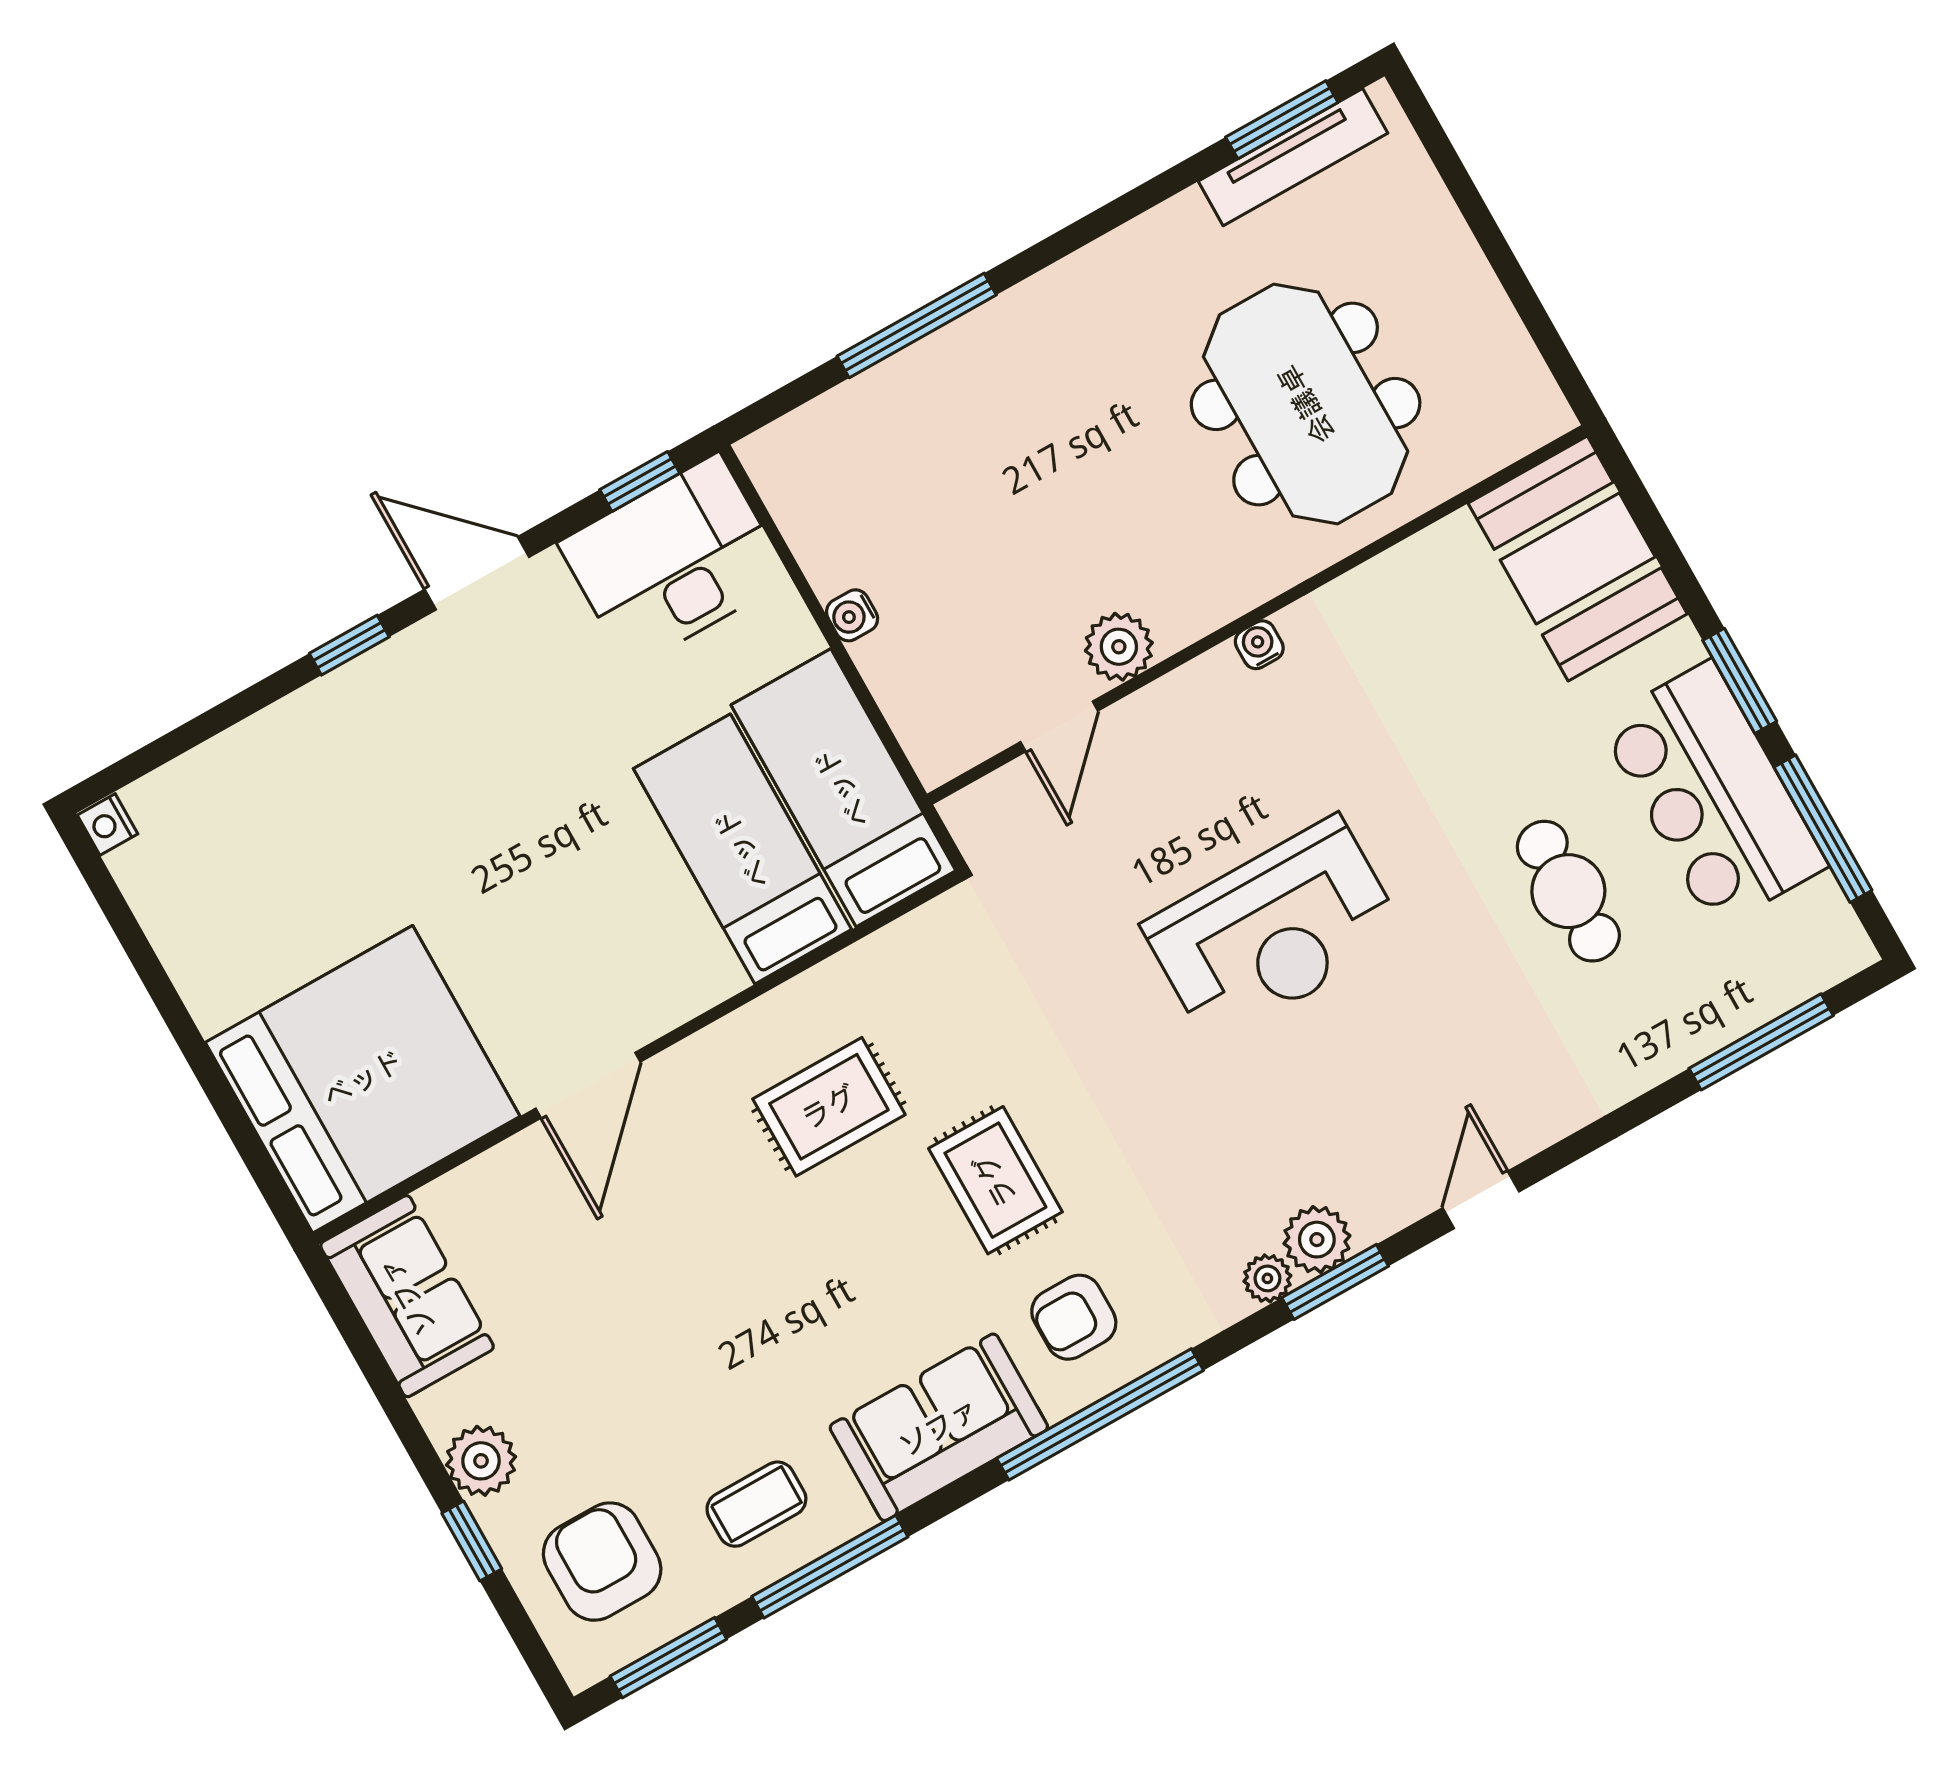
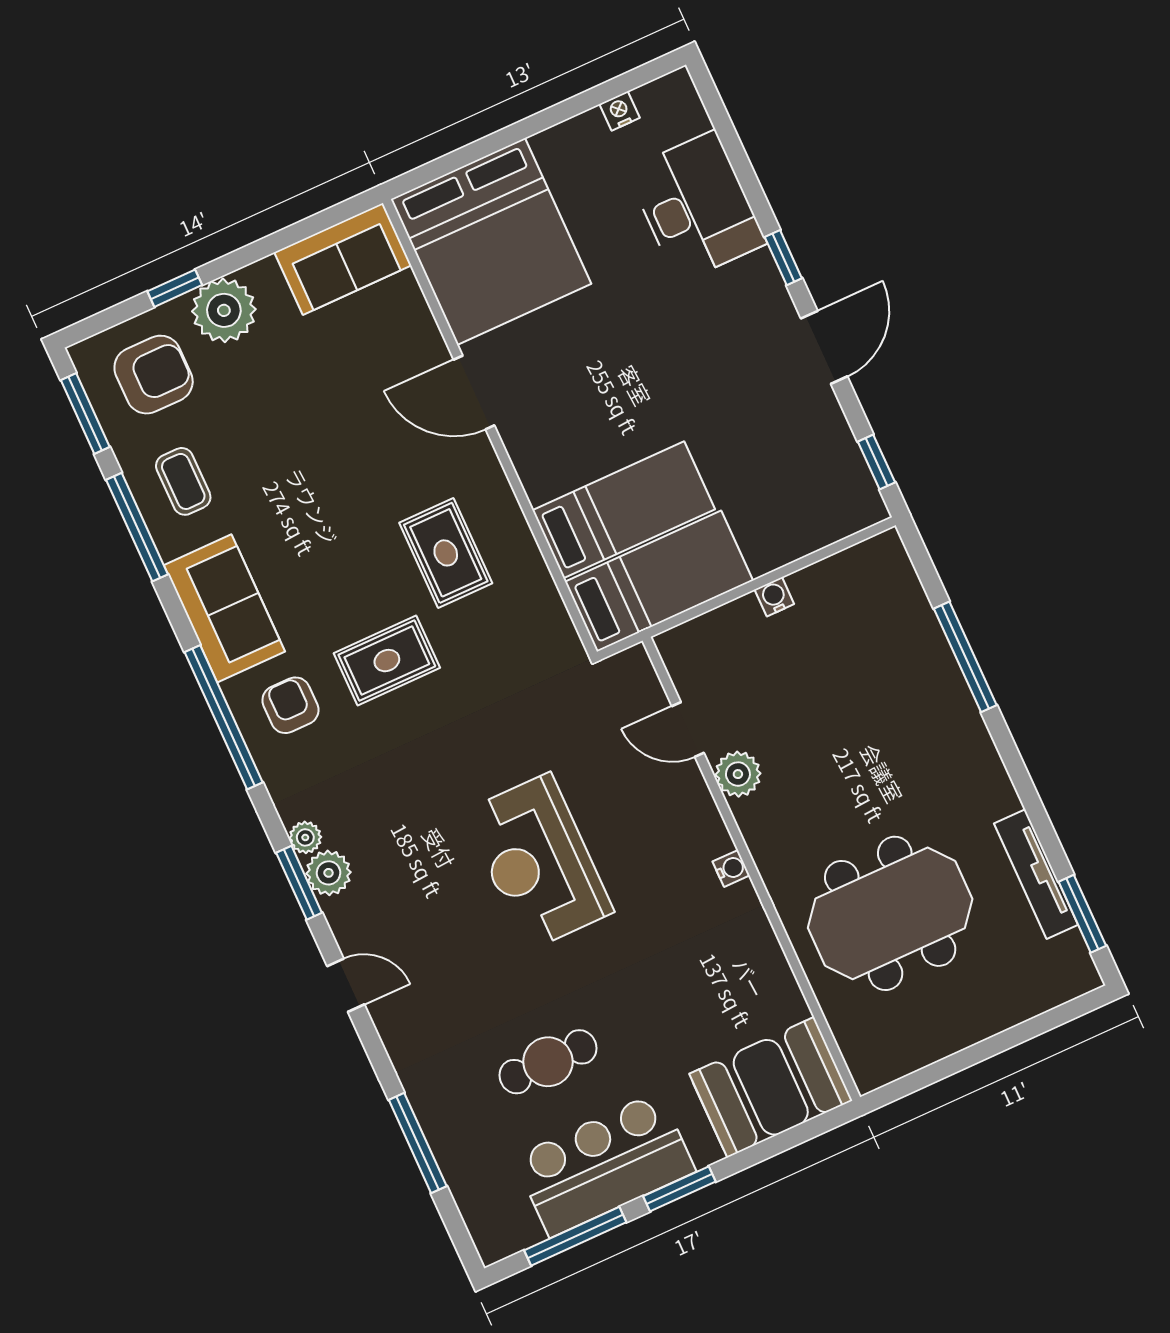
tv unit: (1293, 157) -> (1036, 874), moved
desk: (674, 561) -> (696, 207), moved
nightstand: (108, 825) -> (620, 111), moved
window: (1761, 1042) -> (418, 1143), moved
plant: (481, 1461) -> (224, 310), width x1.36, depth x1.36

